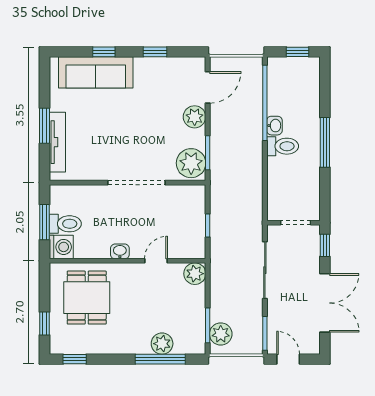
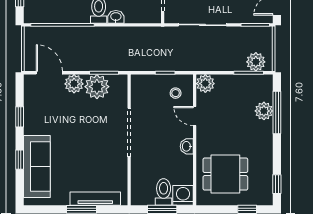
washbasin: (274, 126) -> (116, 17), moved
plant: (191, 163) -> (97, 87), moved
stool: (183, 238) -> (176, 93), added

